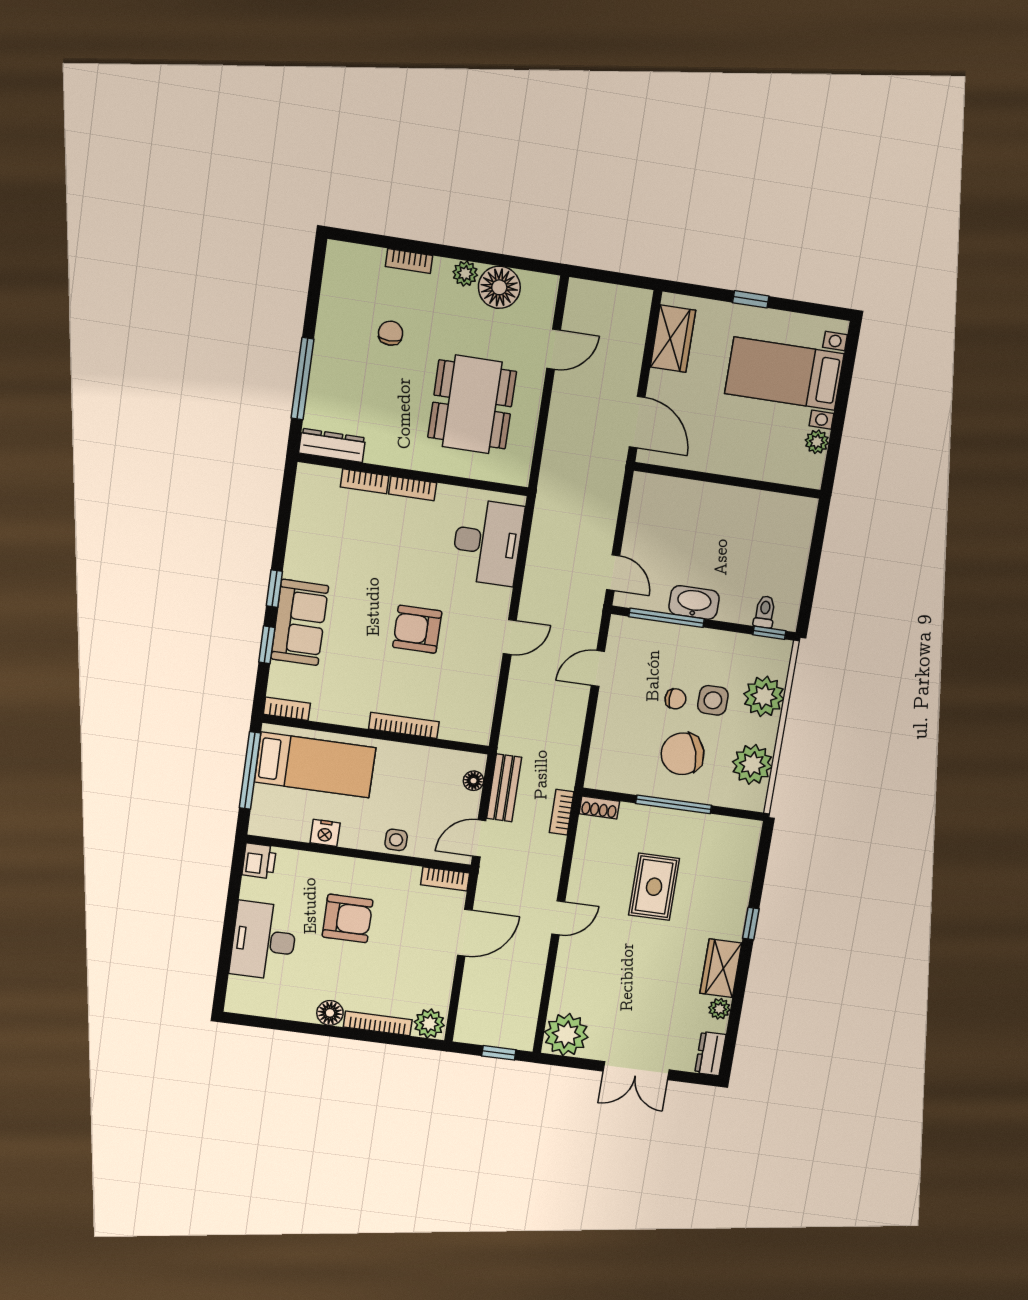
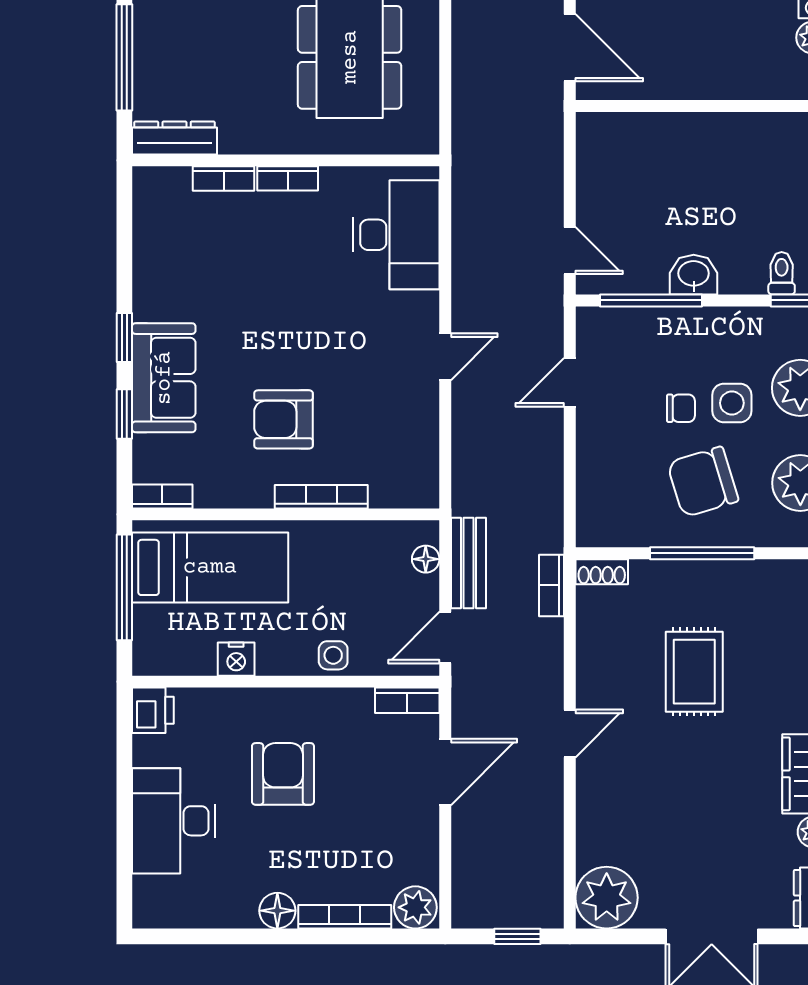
washbasin: (694, 602) -> (694, 275), width x0.72
armchair: (417, 629) -> (284, 419), moved
armchair: (348, 918) -> (283, 774), turned -90

